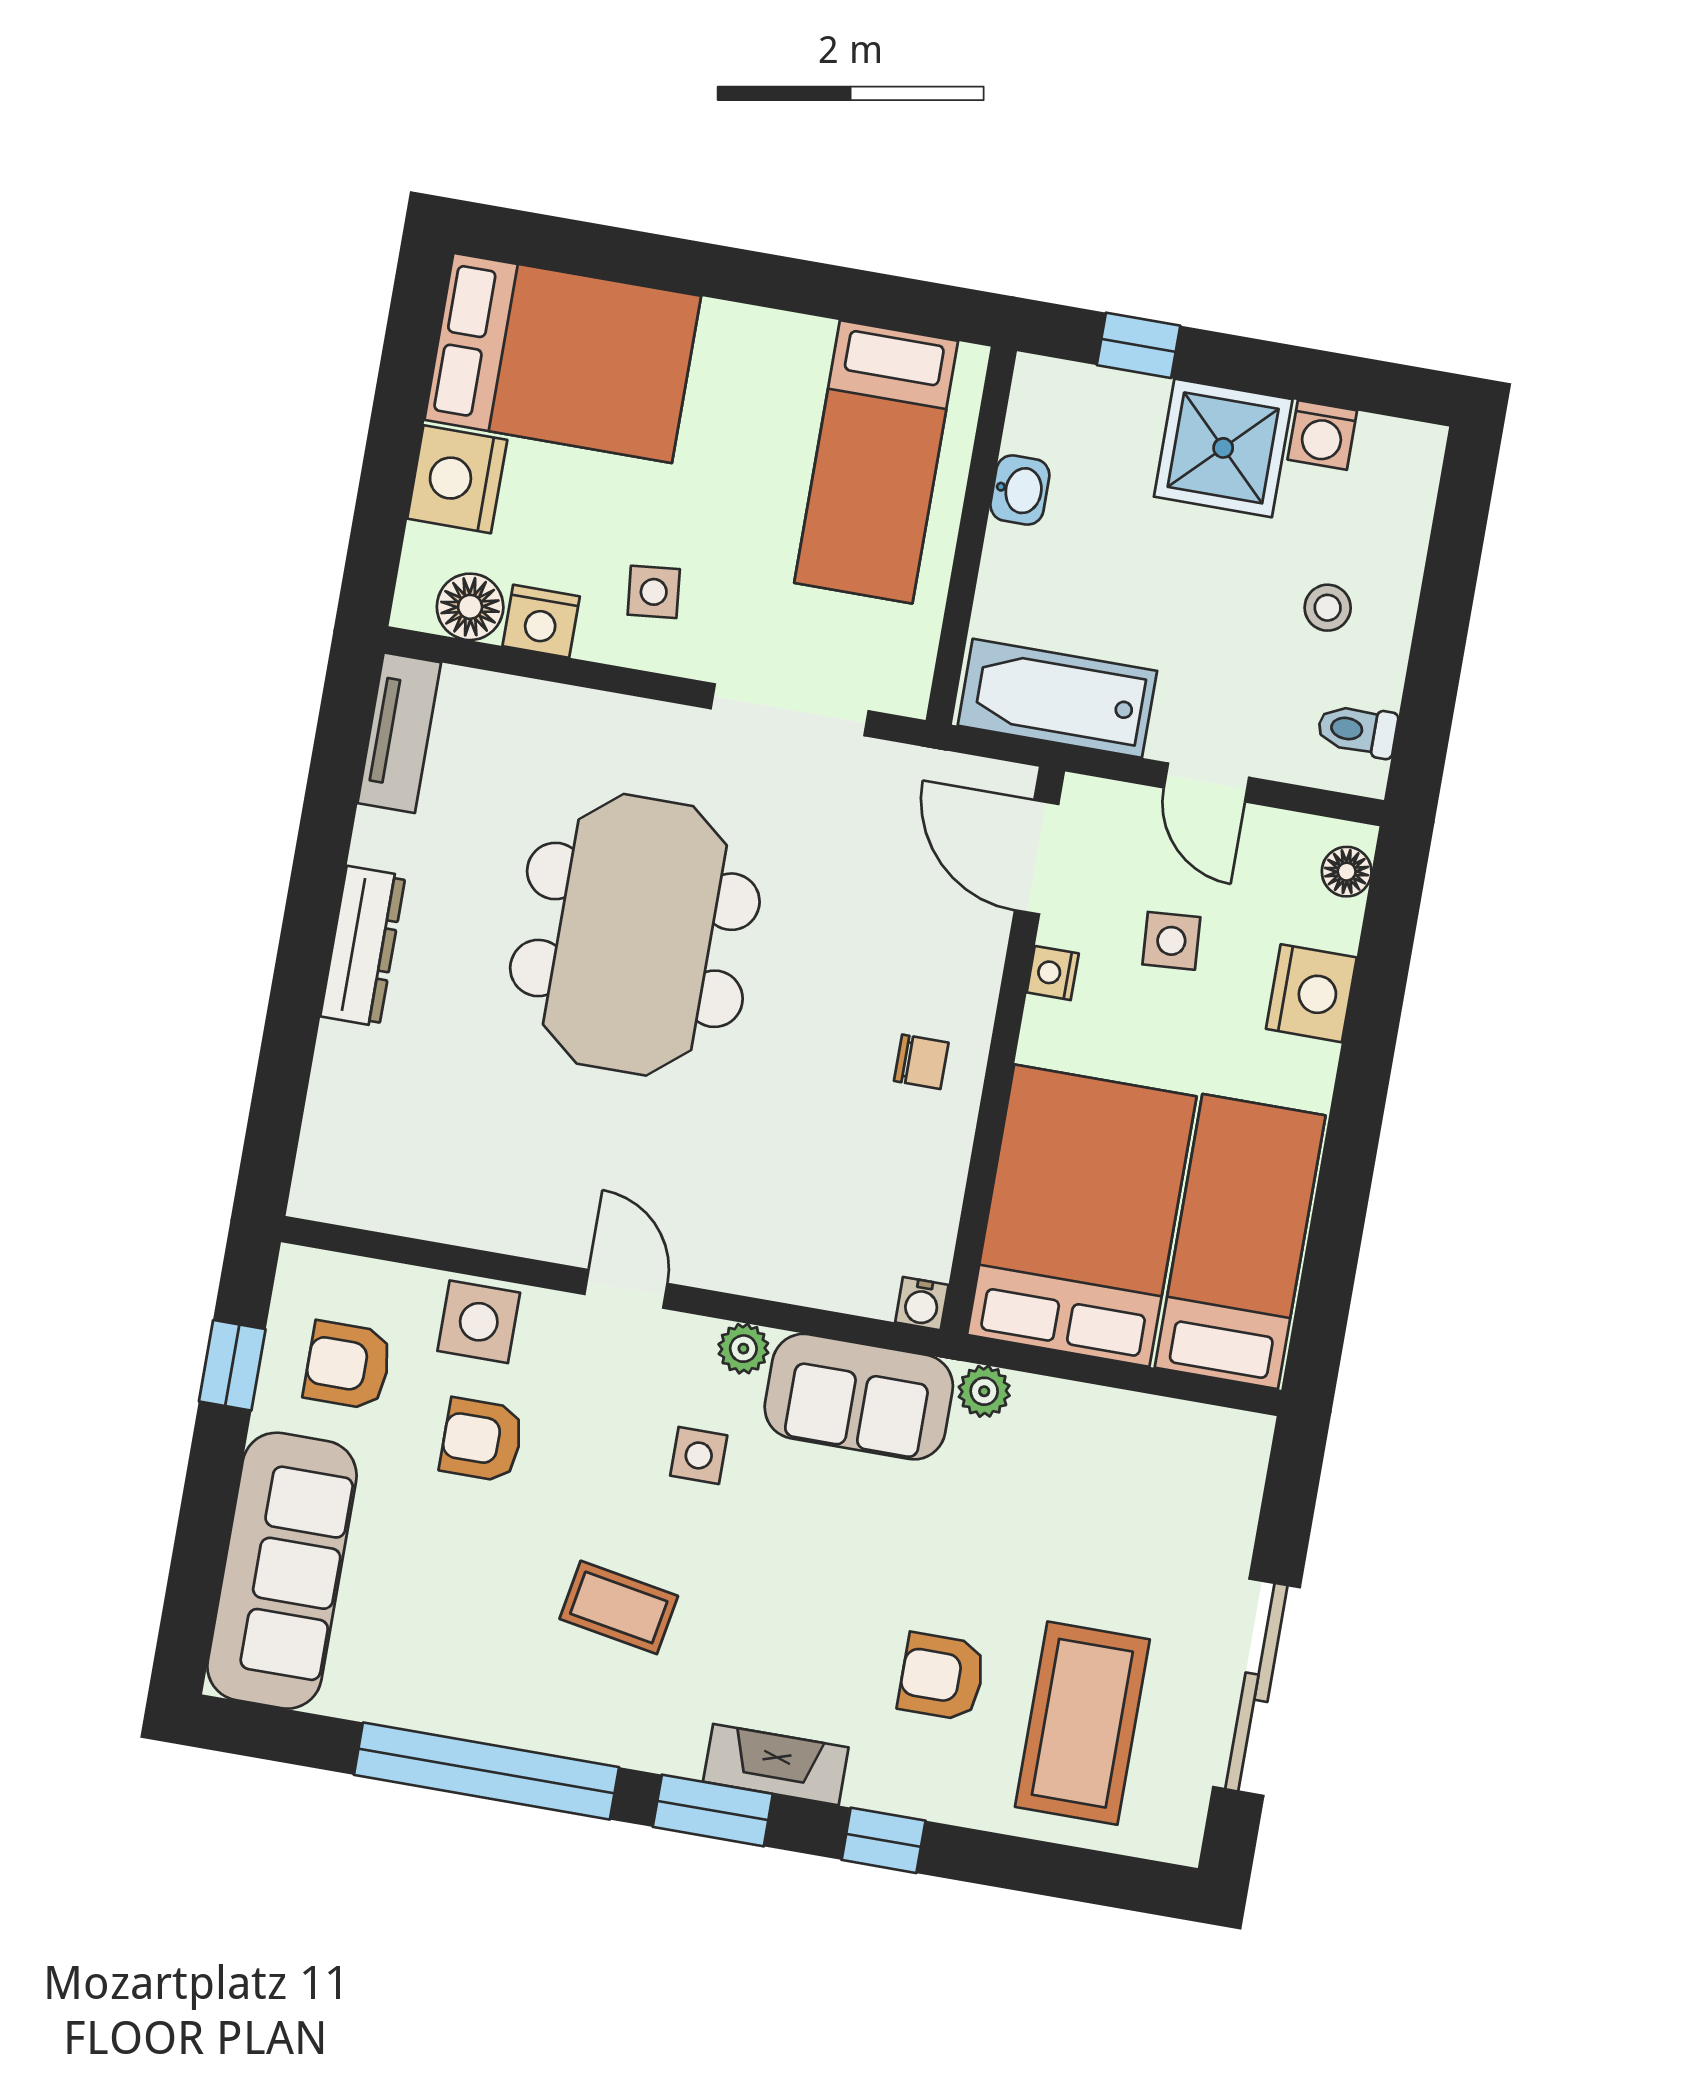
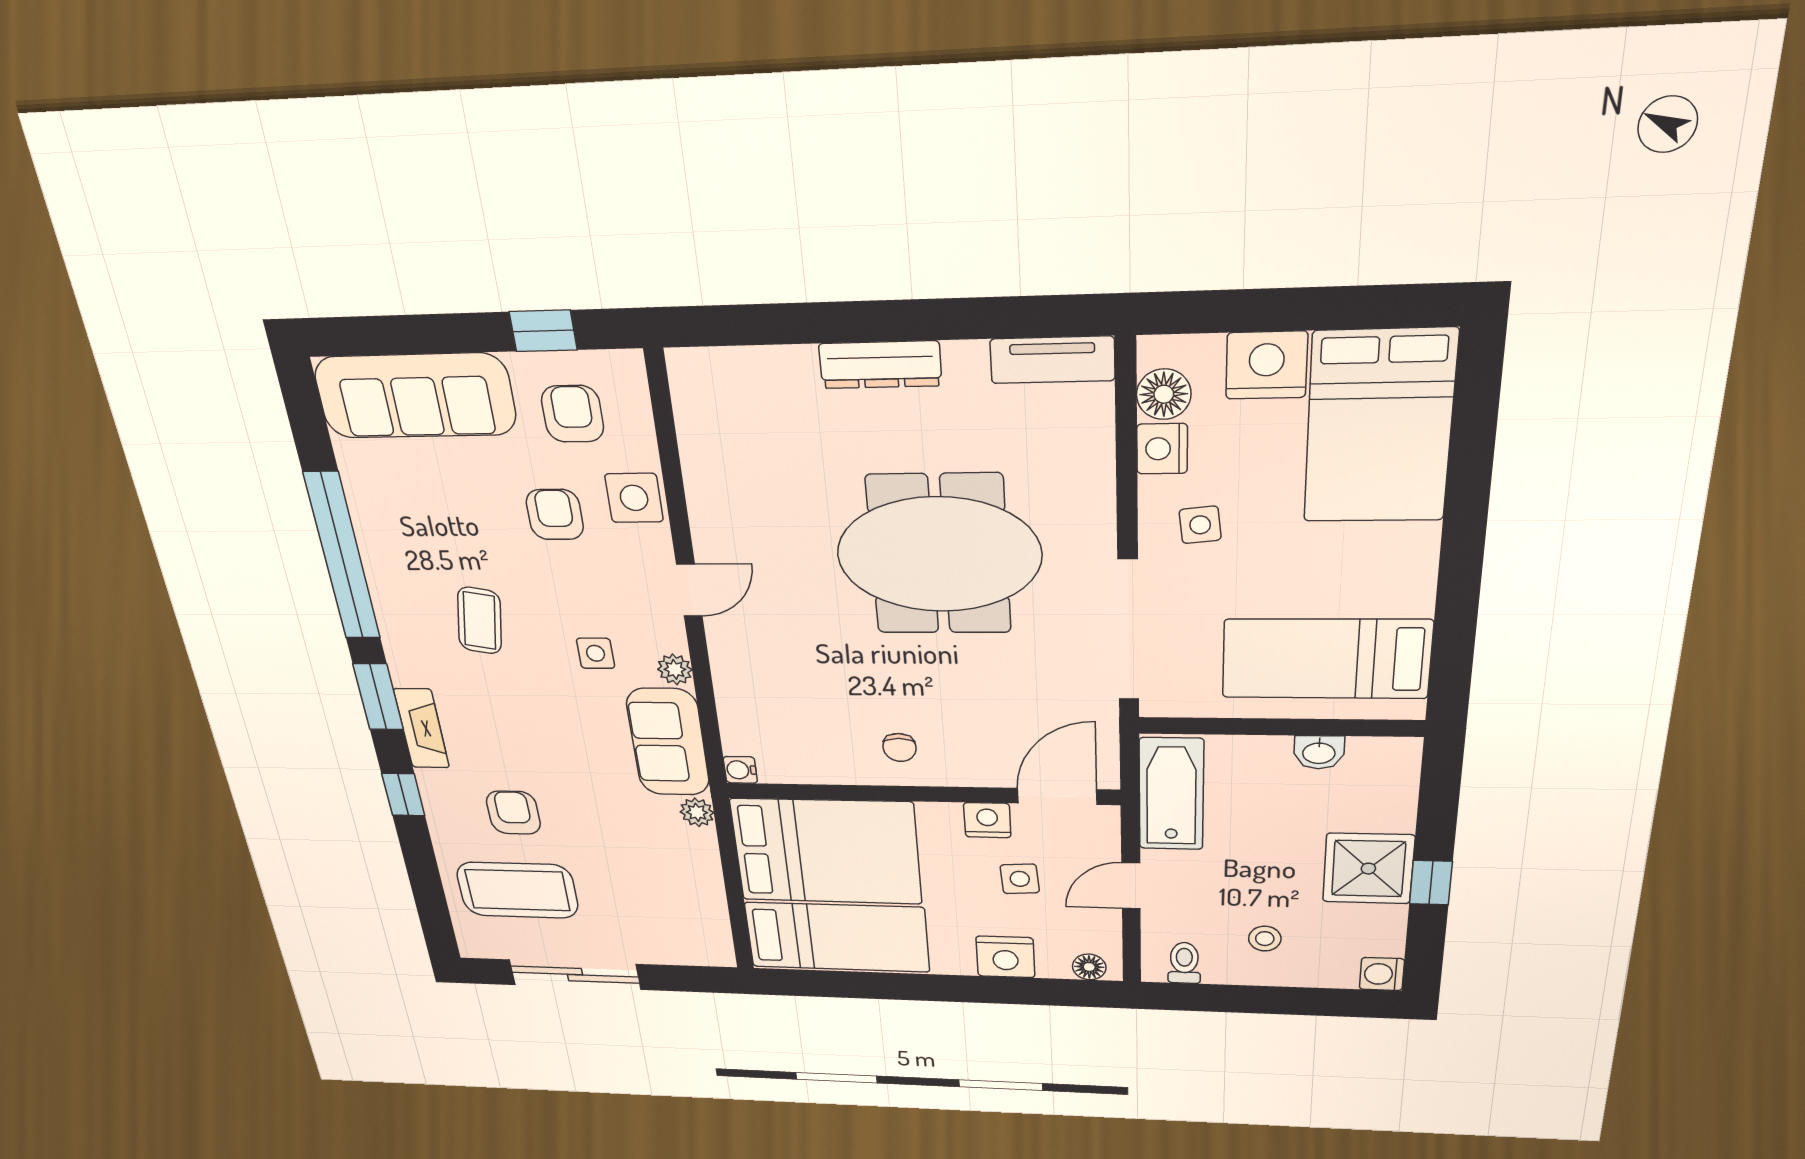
window: (1139, 345) -> (1431, 883), moved
washing machine: (1322, 435) -> (1382, 974), moved
doorway: (790, 710) -> (1128, 630), width x1.36
nightstand: (1053, 973) -> (987, 820), width x1.39, depth x1.35

